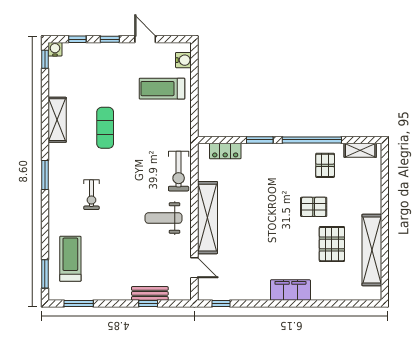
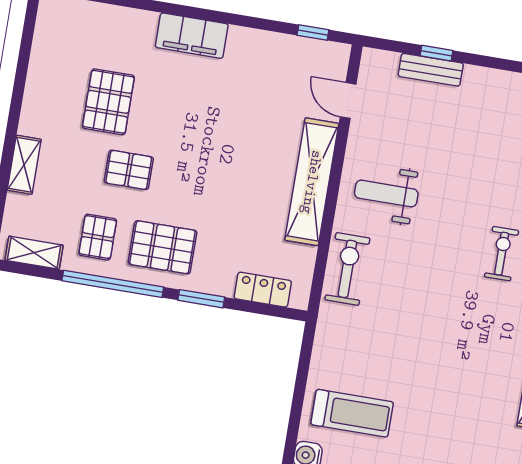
exercise mat: (105, 128) -> (459, 363), removed
pallet: (287, 166) -> (162, 247), added
weight bench: (164, 218) -> (386, 194), turned 180
shelving: (372, 250) -> (24, 165), moved, width x0.45, depth x0.75

